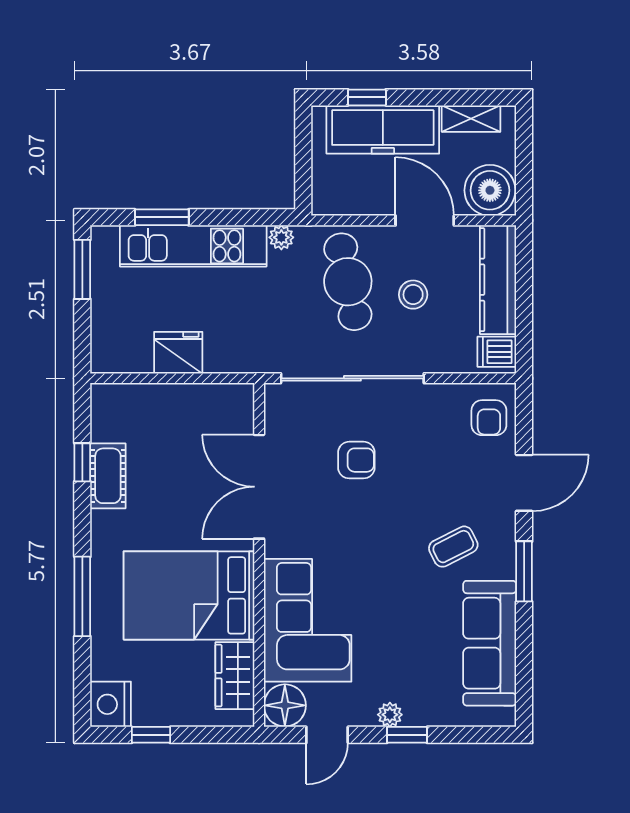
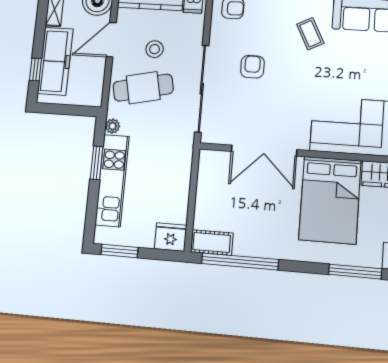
window: (162, 217) -> (97, 163), moved
fridge: (178, 353) -> (171, 237), moved, turned 90
armchair: (356, 460) -> (252, 67), moved
window: (82, 462) -> (240, 262), width x3.17
cot: (108, 476) -> (212, 243), moved
window: (82, 596) -> (355, 272), moved

